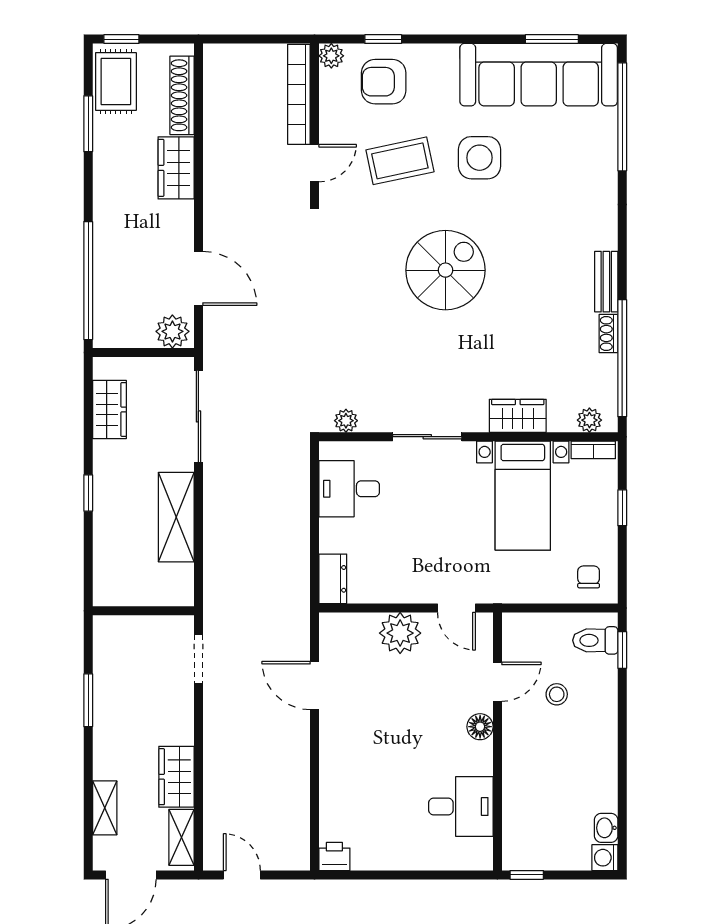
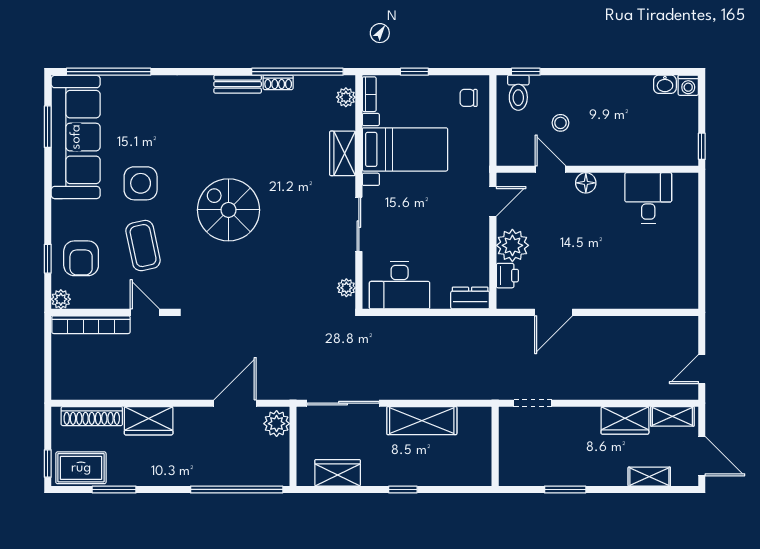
desk: (349, 489) -> (400, 285), width x1.37
printer: (334, 856) -> (507, 276), moved, turned 180

